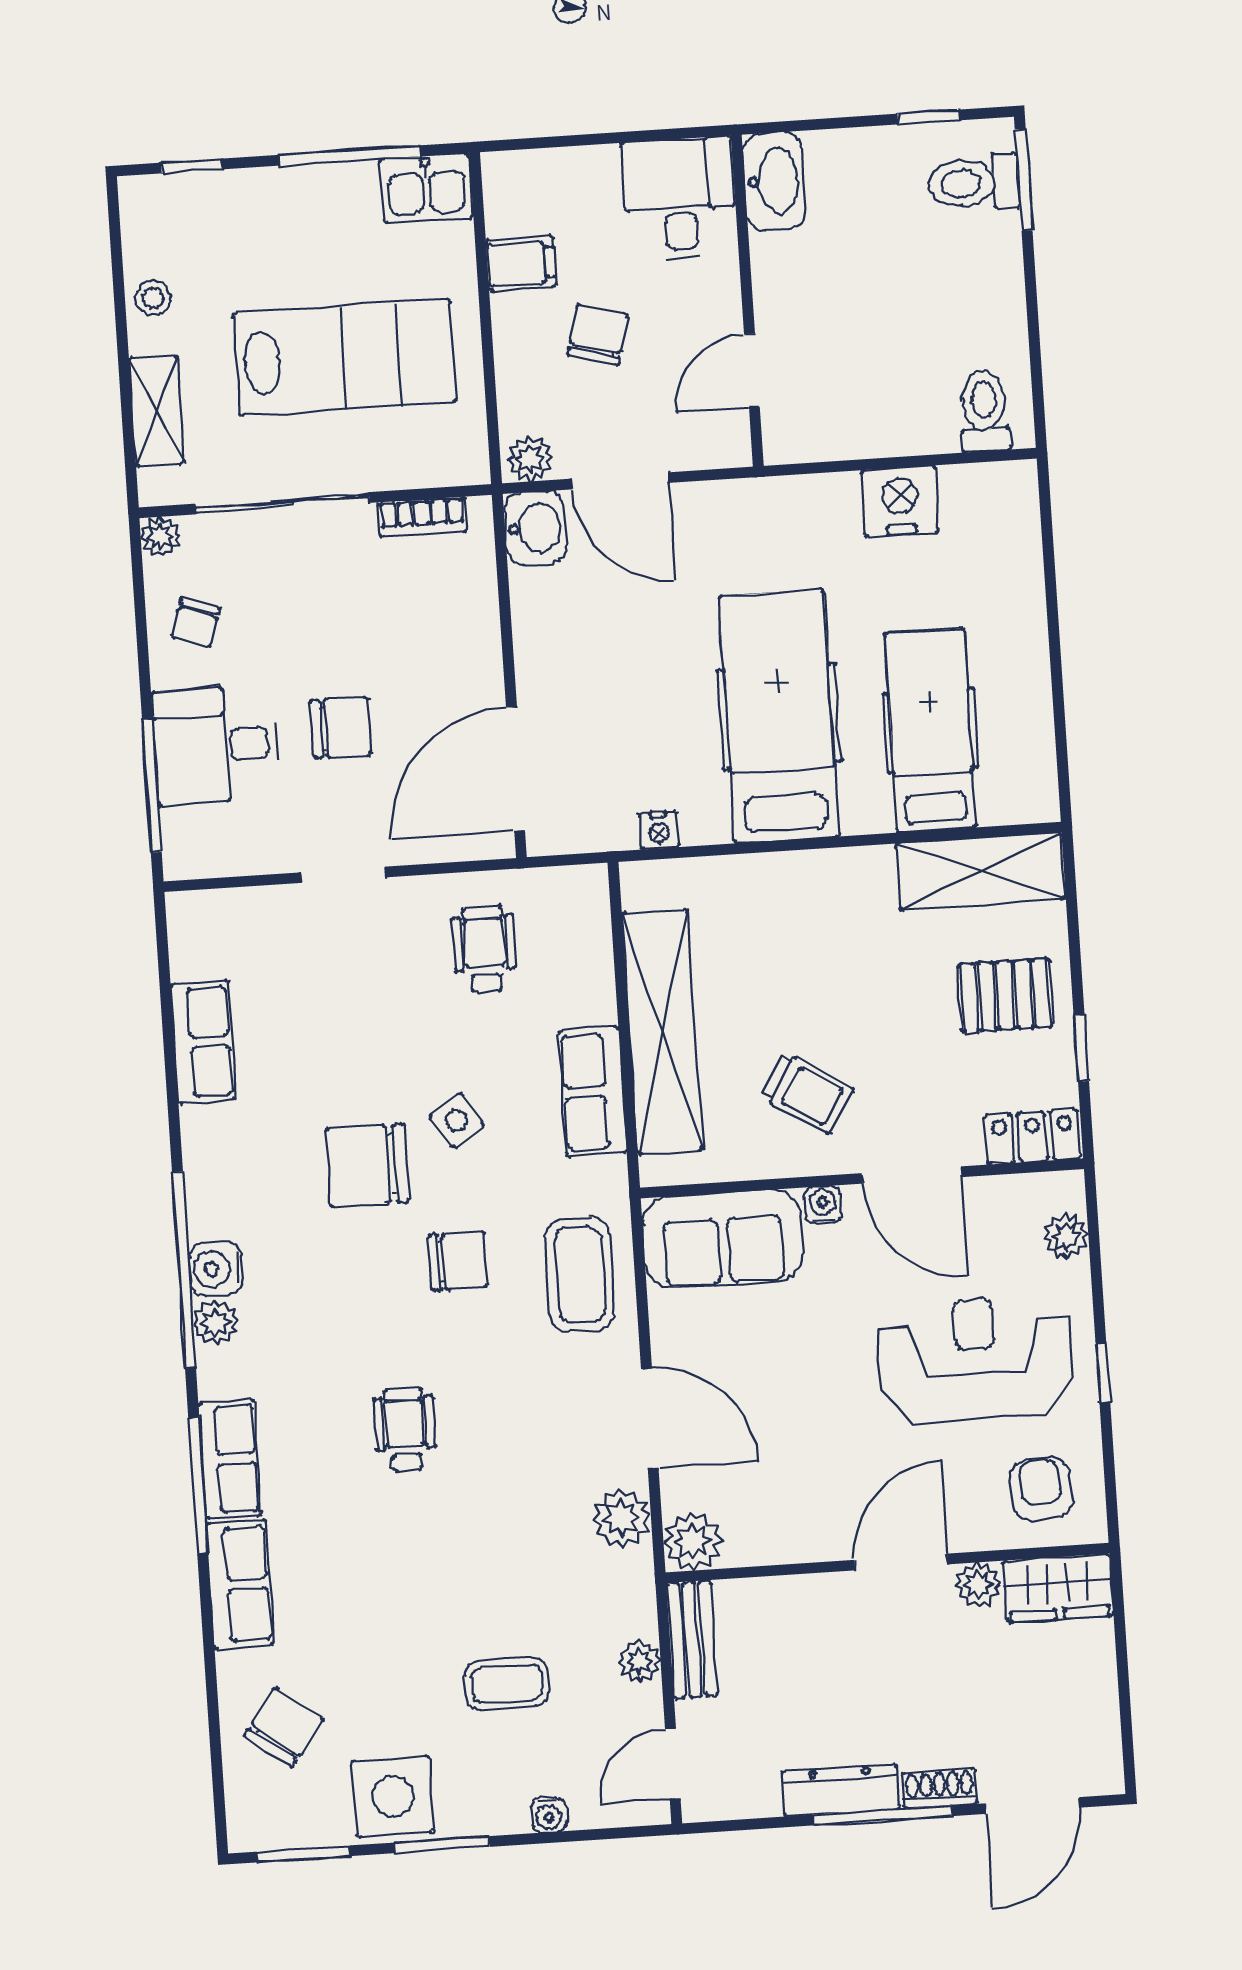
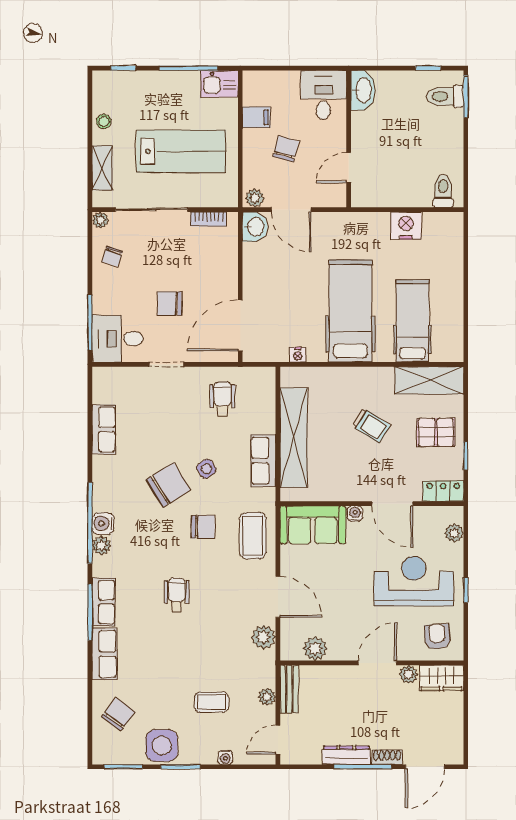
chair: (341, 728) -> (169, 304), turned 180
desk: (216, 745) -> (118, 339), moved
trolley: (807, 1093) -> (371, 426), moved
chair: (368, 1165) -> (168, 485), turned 148
plant: (693, 1541) -> (315, 649), moved

